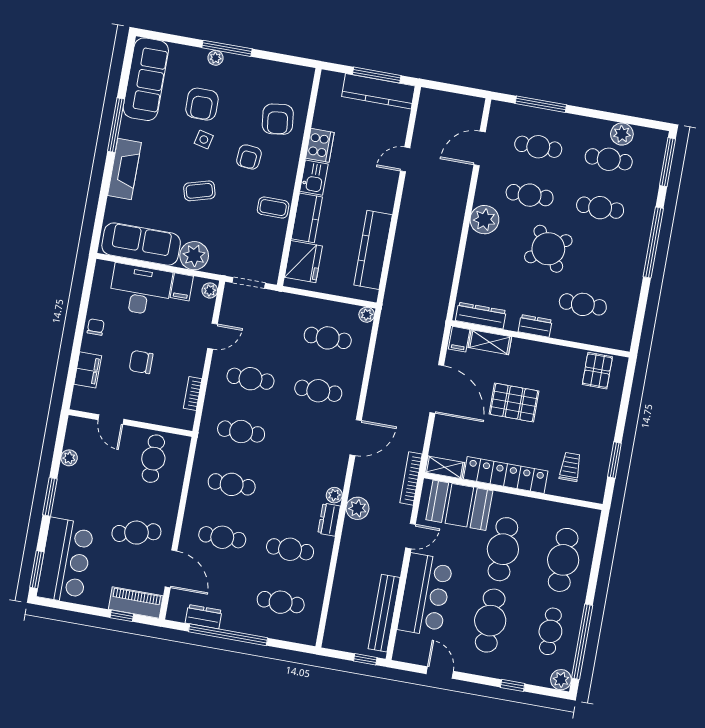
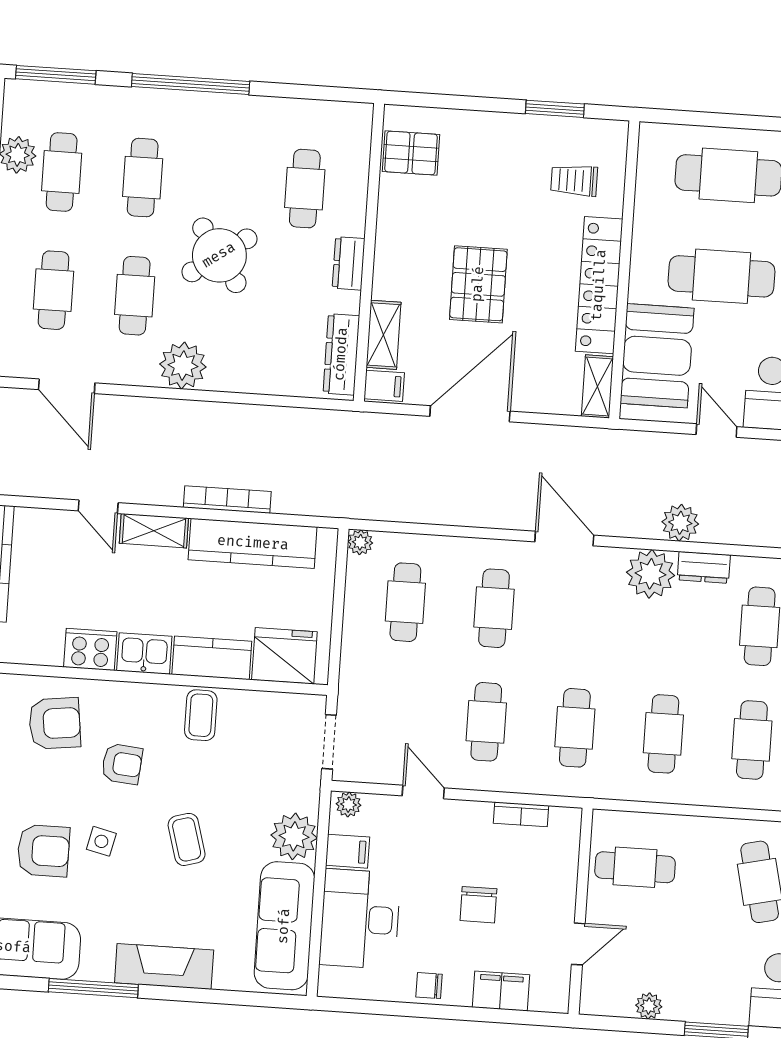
shelving: (387, 191) -> (154, 531), added
bookcase: (411, 478) -> (227, 500), moved, turned 180
plant: (334, 495) -> (651, 574), width x1.88, depth x1.88

